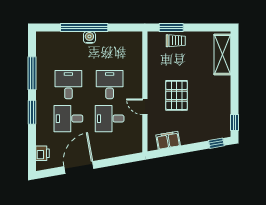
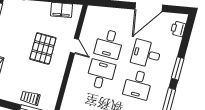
desk: (110, 85) -> (101, 75), turned 180
desk: (68, 119) -> (146, 54), turned 180
desk: (110, 119) -> (109, 44), turned 90

